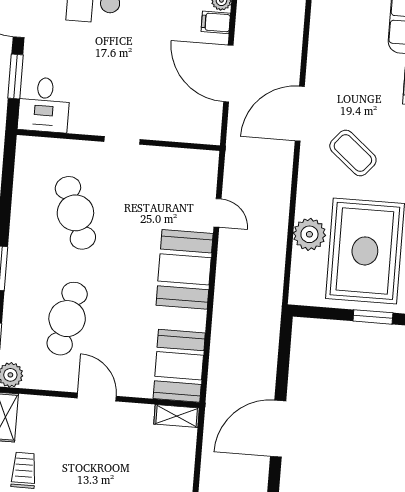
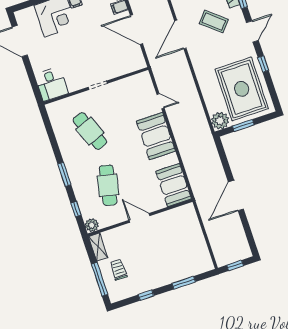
window: (16, 76) -> (31, 76), removed
coffee table: (353, 153) -> (214, 22), moved
plant: (309, 234) -> (220, 121), moved
window: (373, 317) -> (243, 125), moved
shelving: (177, 416) -> (183, 211), removed

